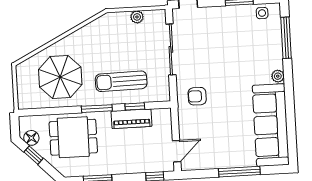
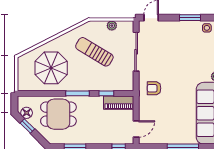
sun lounger: (121, 81) -> (94, 52), moved, turned 32
piano: (131, 119) -> (119, 103), moved

